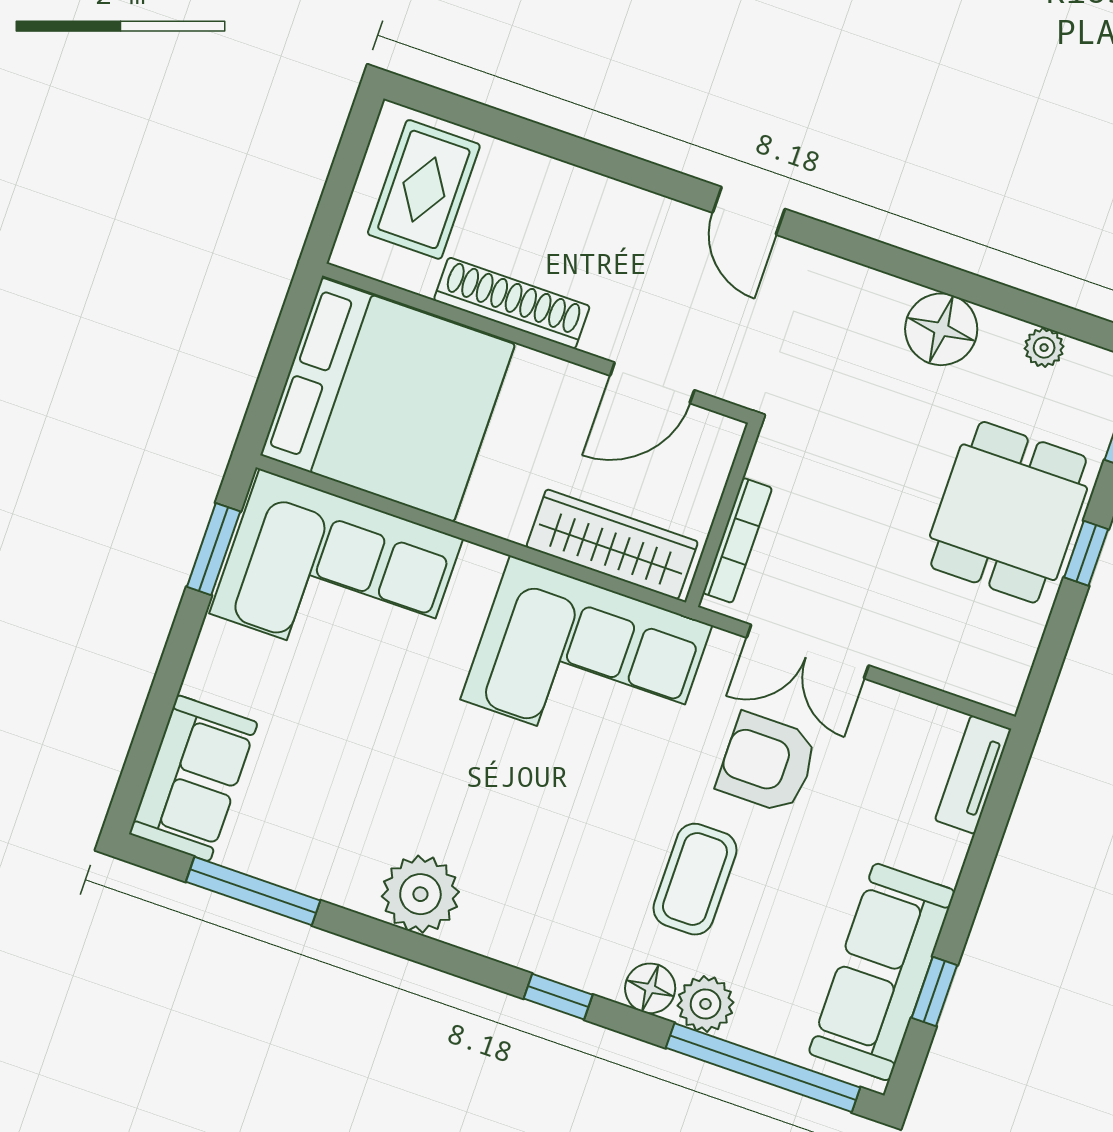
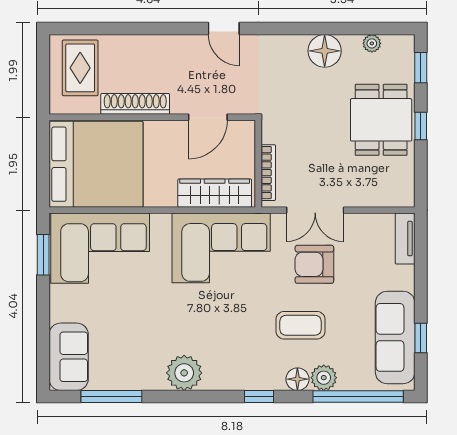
coffee table: (695, 879) -> (300, 325), turned 90

